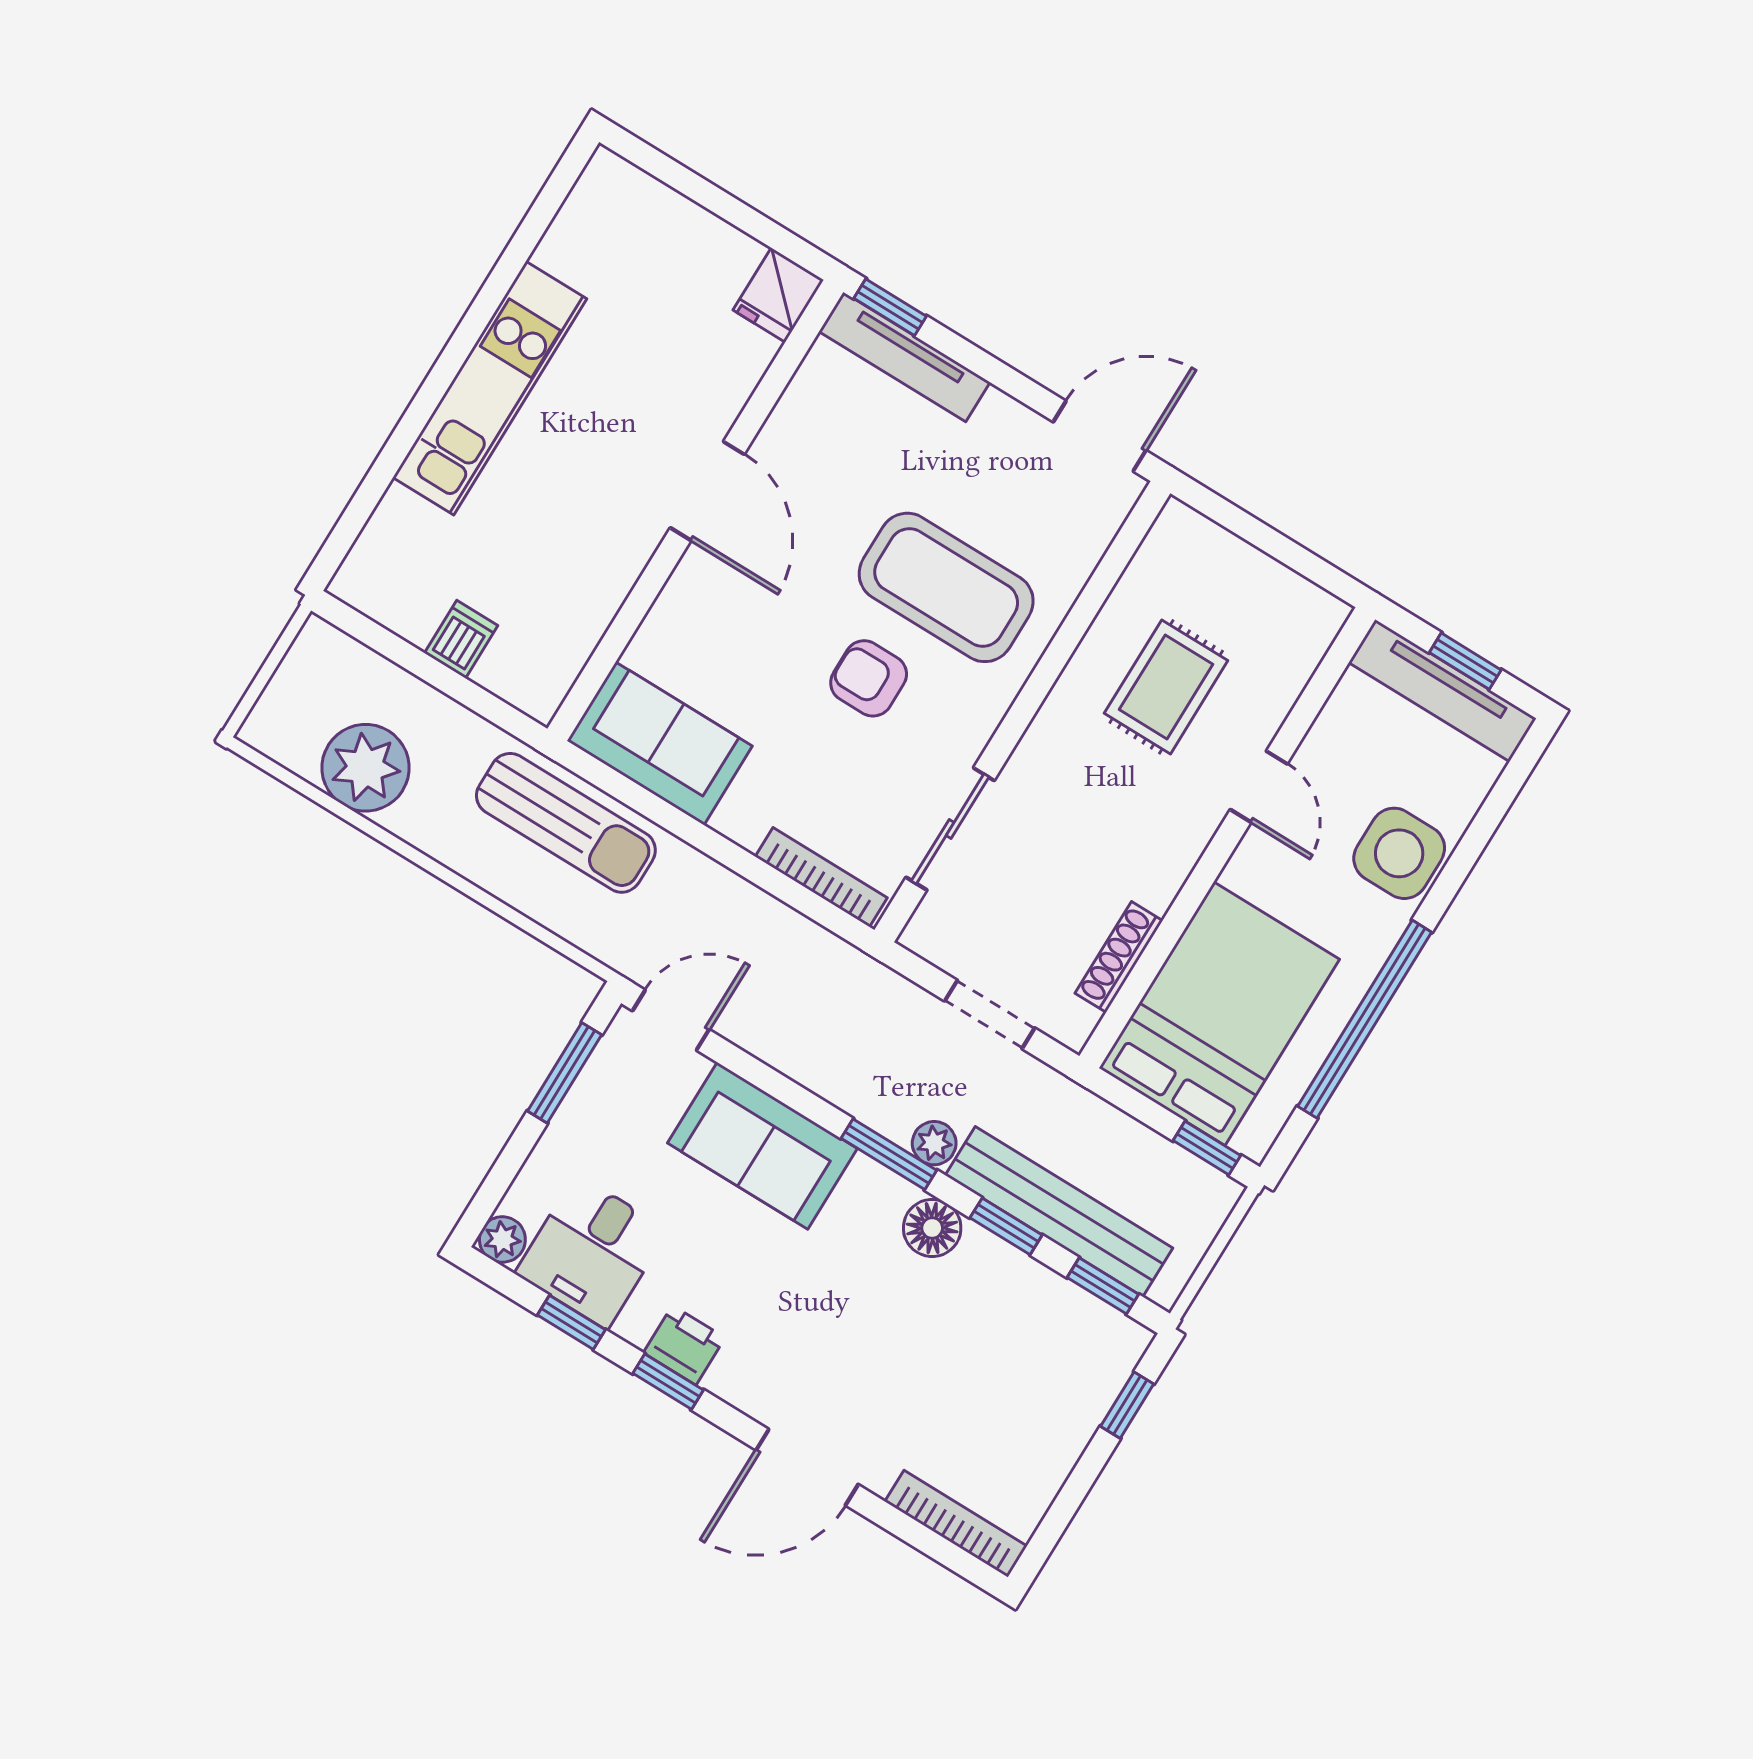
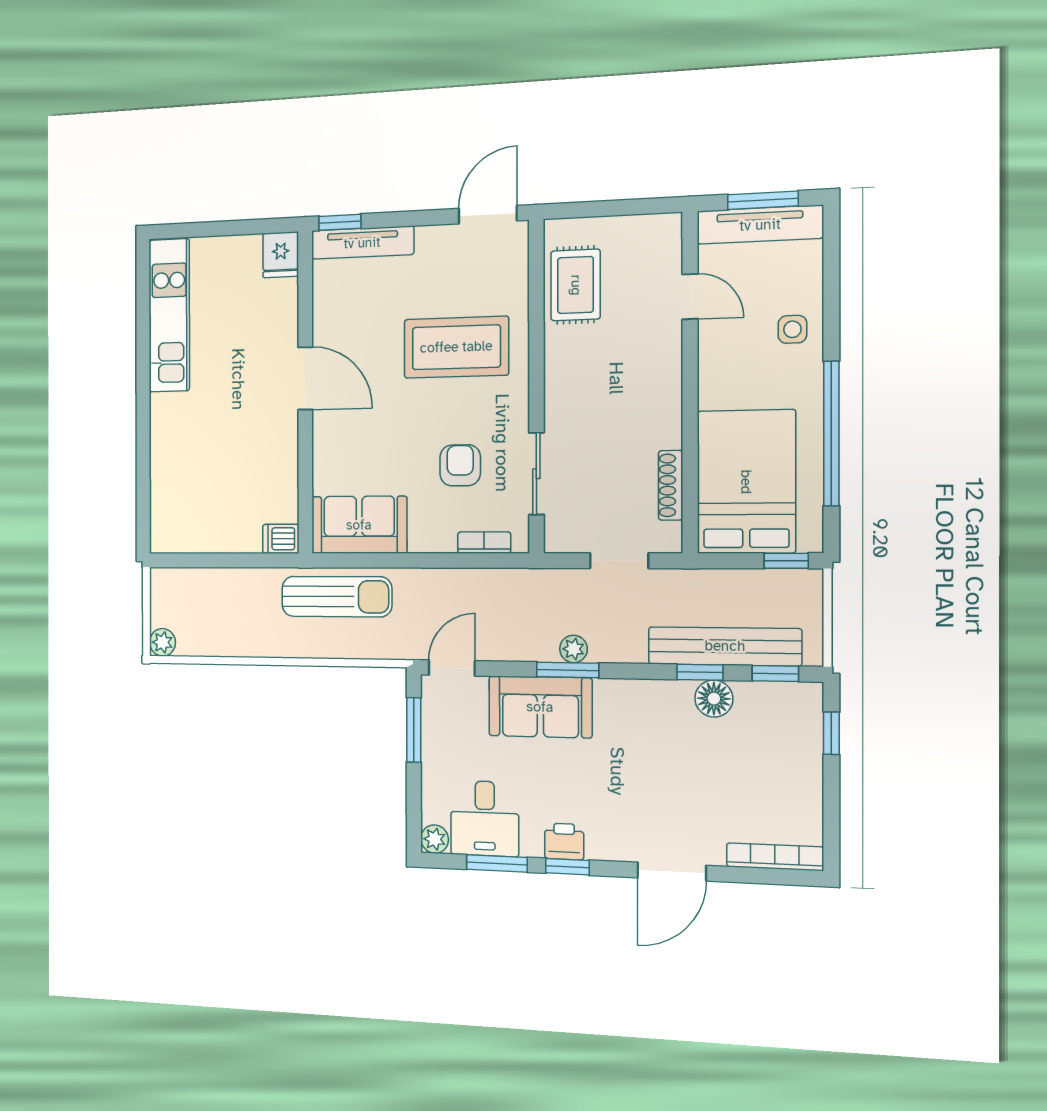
kitchen unit: (490, 388) -> (169, 315), moved
dishwasher: (461, 639) -> (281, 539), moved, turned -90
window: (1465, 661) -> (763, 200), width x1.50
armchair: (869, 678) -> (460, 465), moved, turned 90
rug: (1166, 687) -> (576, 285), moved
plant: (366, 768) -> (162, 642), moved, width x0.53, depth x0.53
door: (1259, 787) -> (690, 297), moved
side table: (1399, 853) -> (792, 329), width x0.54, depth x0.54
bookcase: (821, 877) -> (484, 543), width x0.64
plant: (934, 1143) -> (574, 649), moved
window: (889, 1154) -> (568, 670), moved
floor lamp: (932, 1228) -> (714, 699), moved
window: (571, 1322) -> (497, 863), width x1.50

